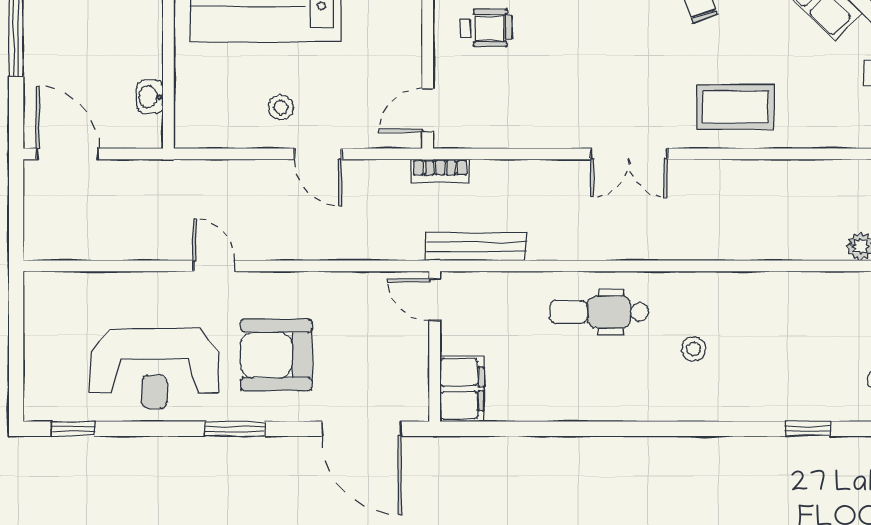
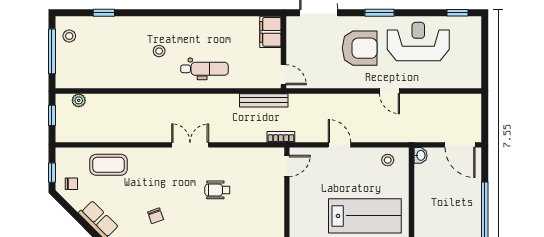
wheelchair: (486, 28) -> (217, 190), moved
washbasin: (150, 97) -> (420, 155), moved
coffee table: (735, 107) -> (109, 165), moved
stool: (281, 108) -> (388, 160), moved

